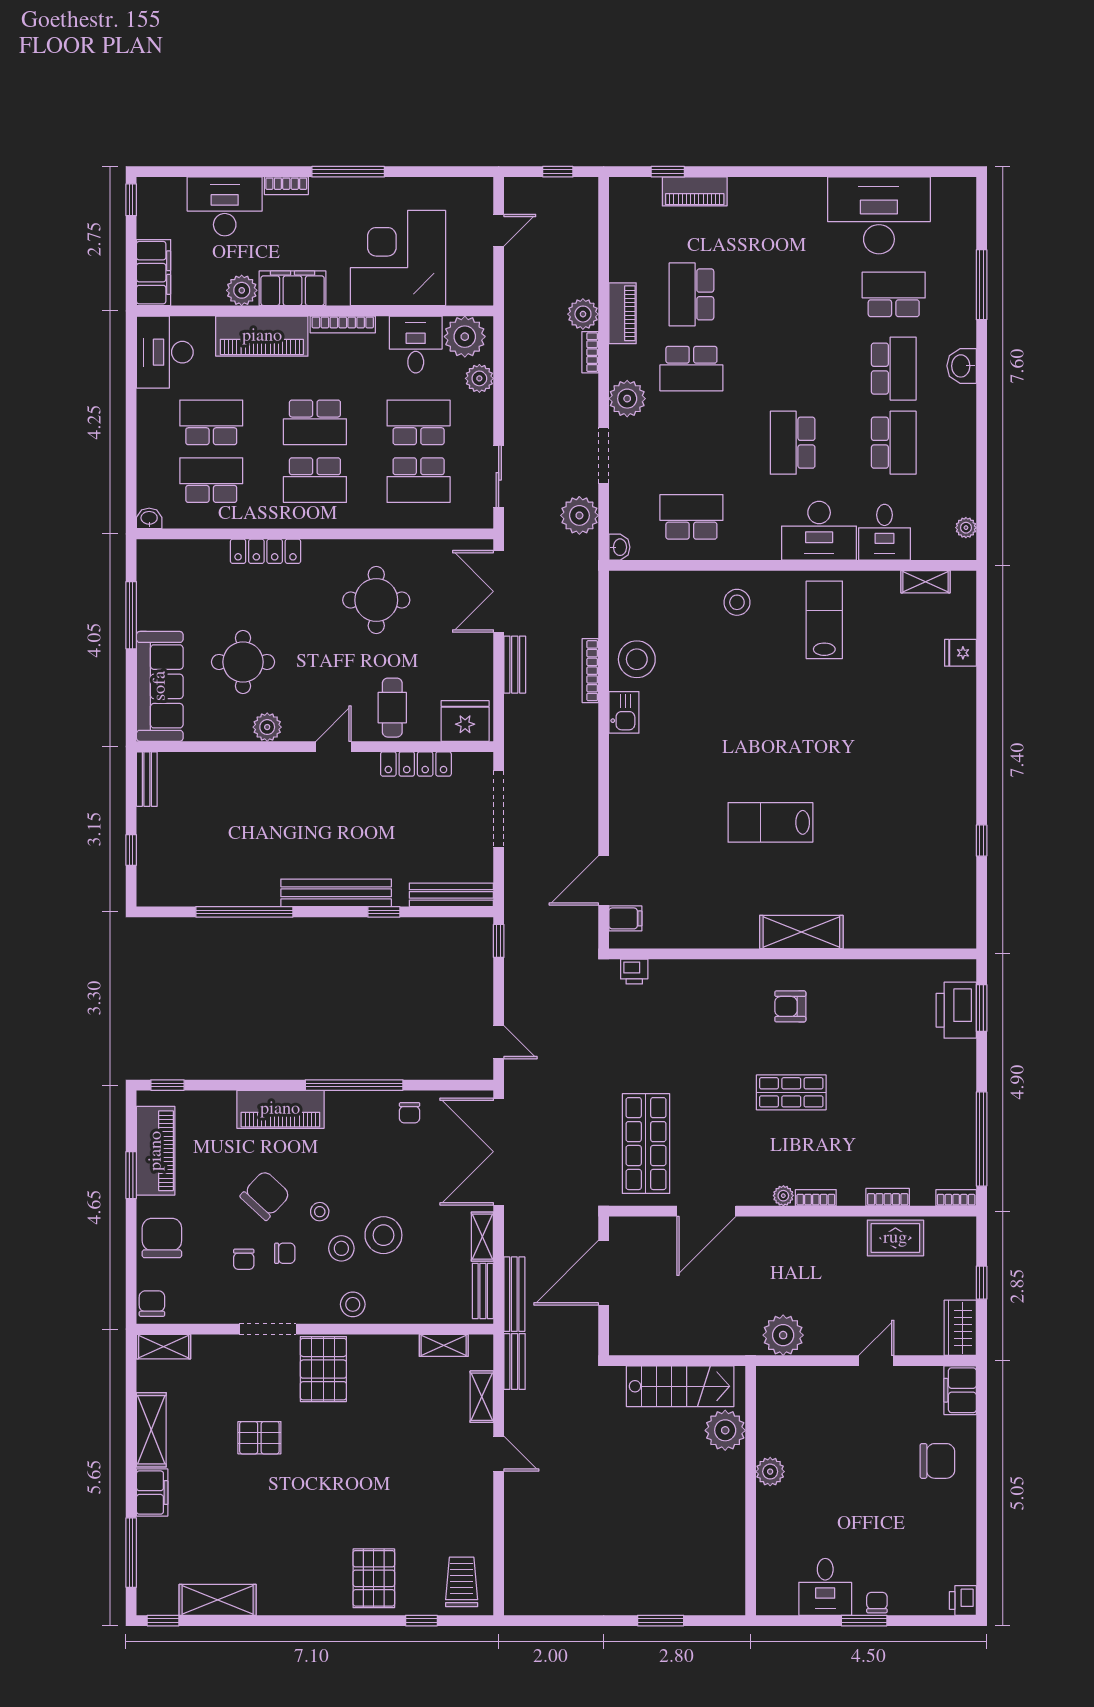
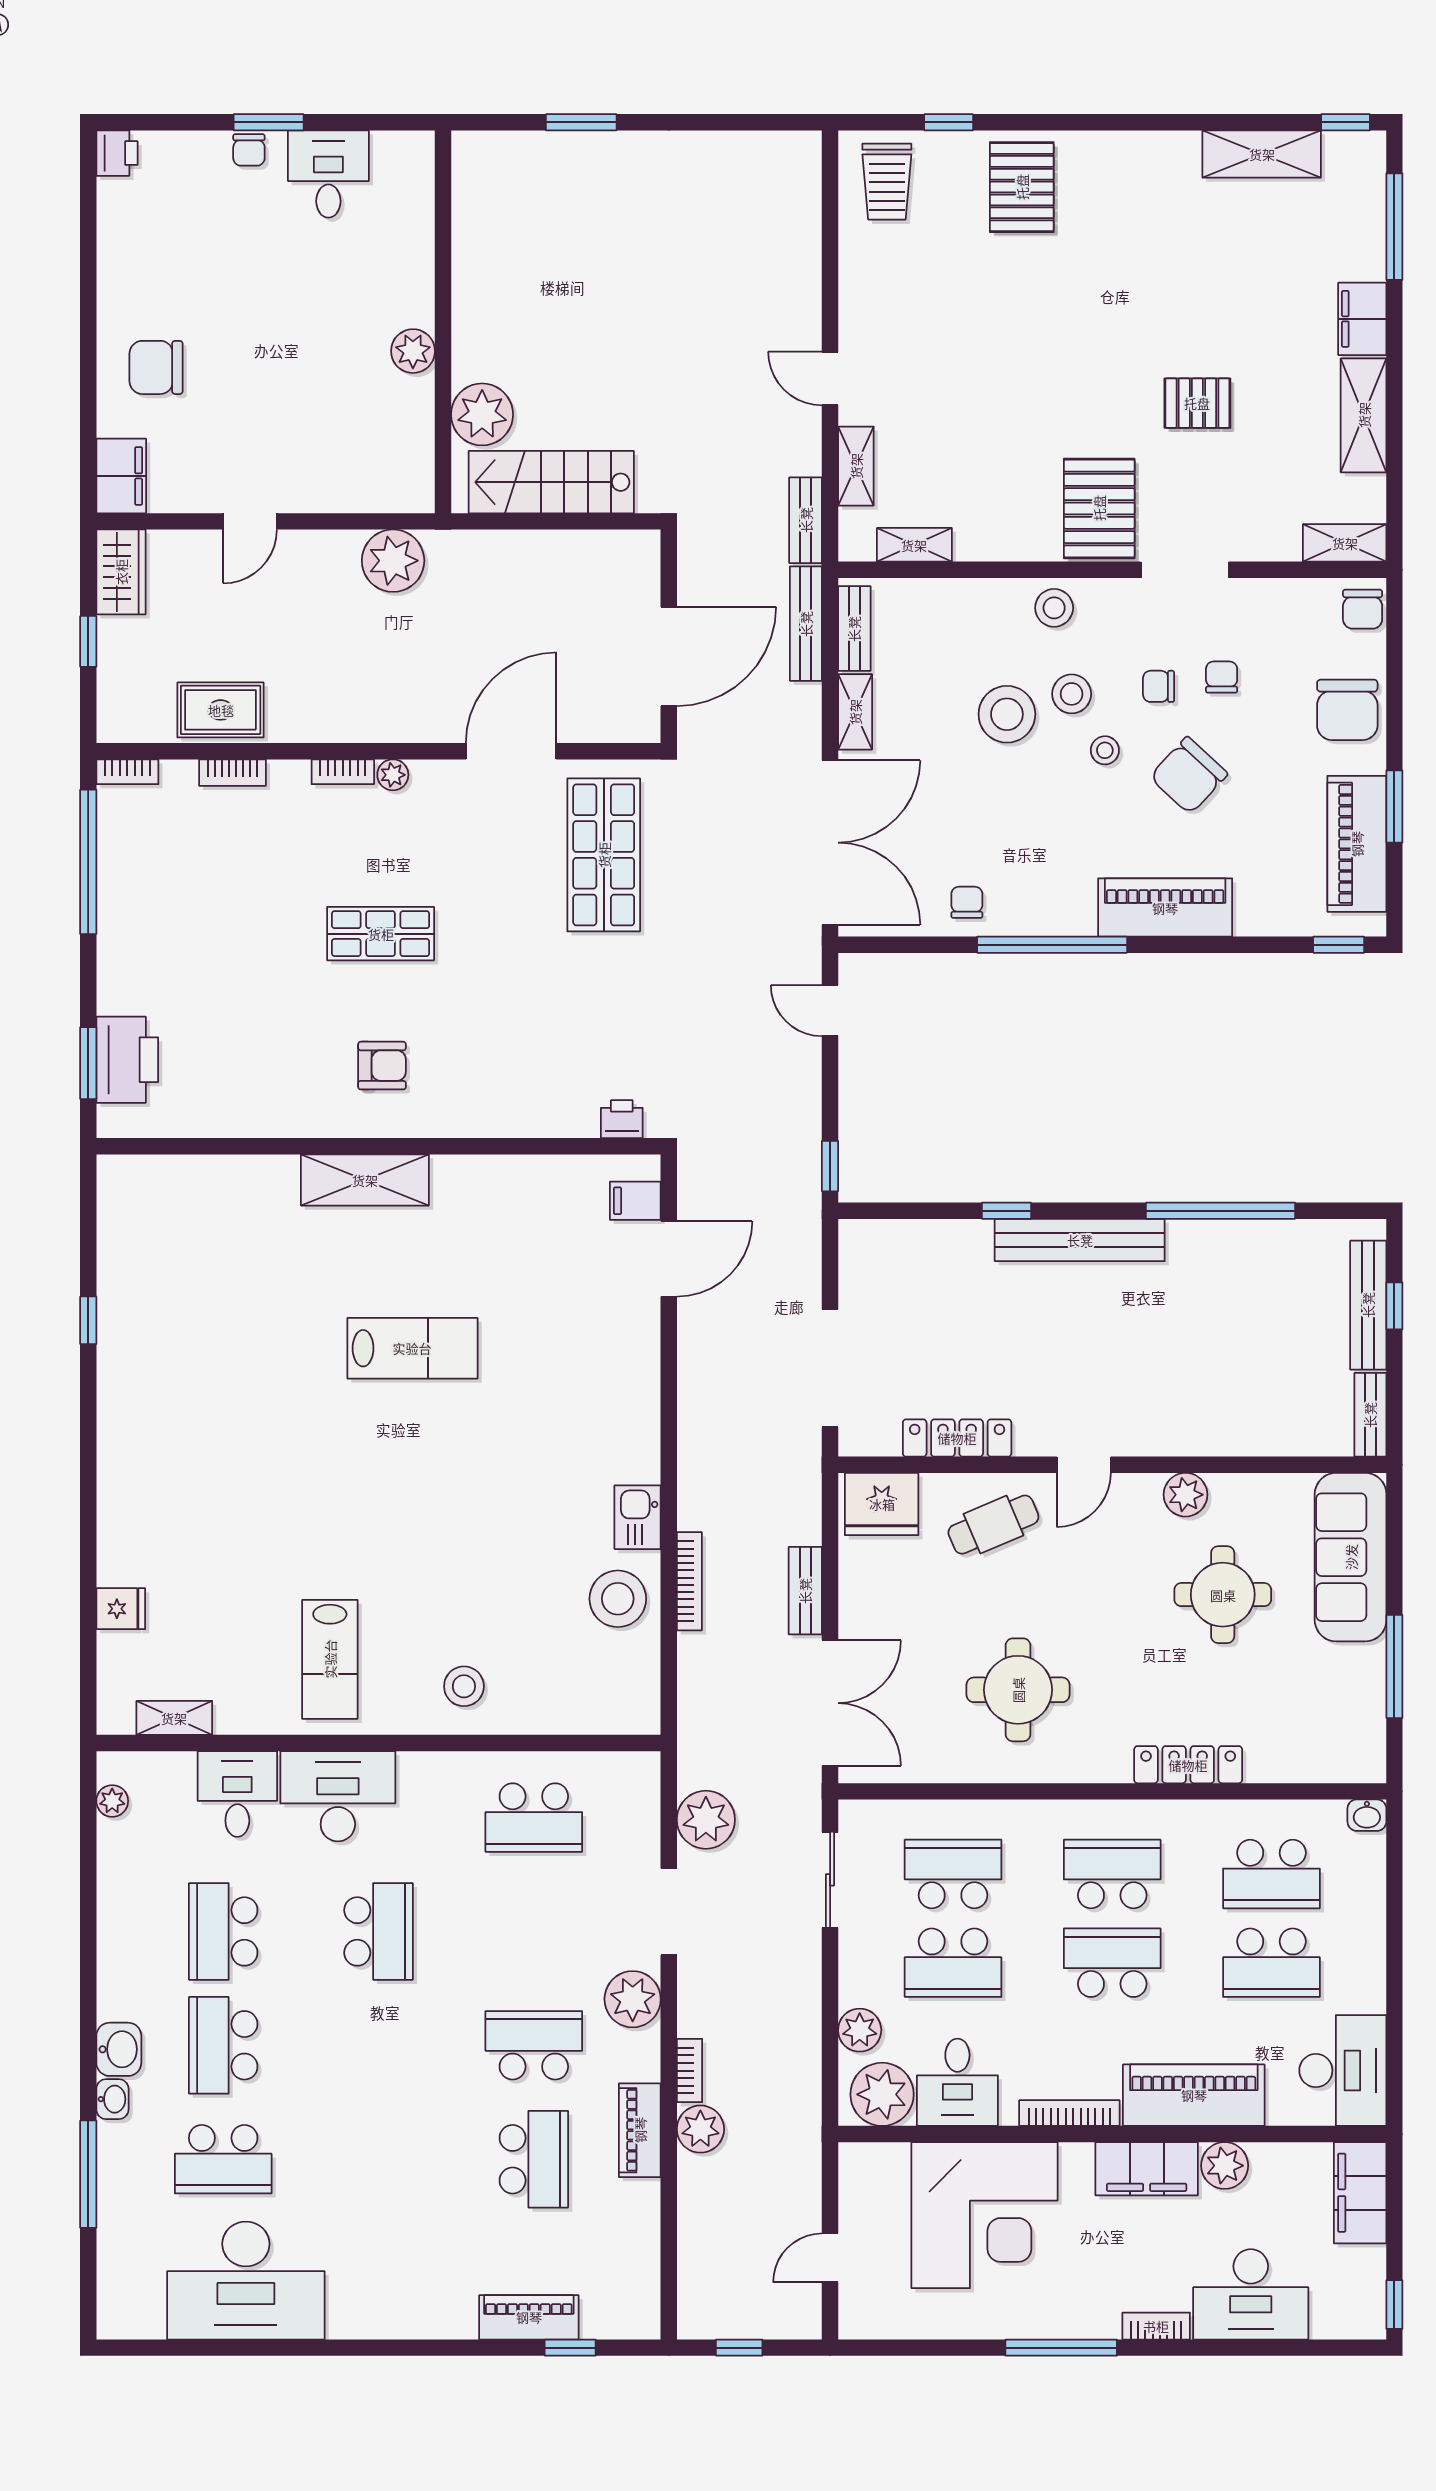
washbasin: (619, 547) -> (112, 2099), moved, turned 180
cafe table: (392, 708) -> (993, 1525), turned 67
bench: (451, 895) -> (1368, 1305), moved, turned 90

